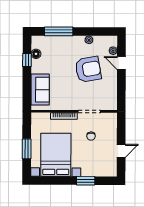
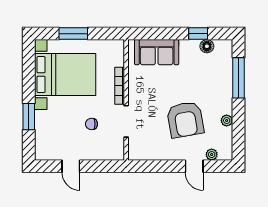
door: (121, 63) -> (194, 166), swing flipped

